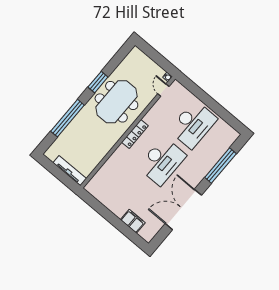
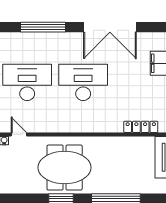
door: (163, 90) -> (19, 135), swing flipped
locker: (135, 134) -> (141, 127), moved

